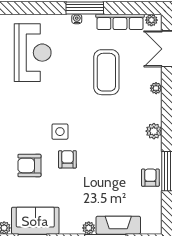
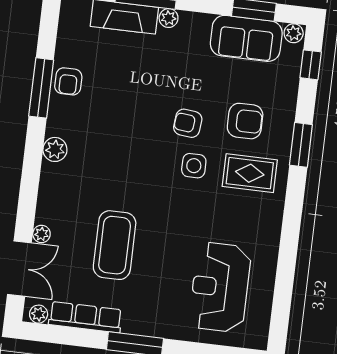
water cooler: (77, 19) -> (149, 329), removed
plant: (156, 88) -> (41, 234), moved
rug: (22, 131) -> (250, 173), added
armchair: (67, 159) -> (188, 123), turned 96

